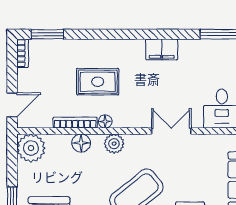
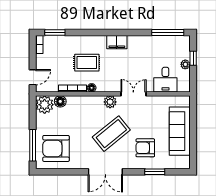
filing cabinet: (162, 49) -> (117, 42), moved
floor lamp: (81, 143) -> (60, 101), moved
plant: (114, 144) -> (110, 102), moved

